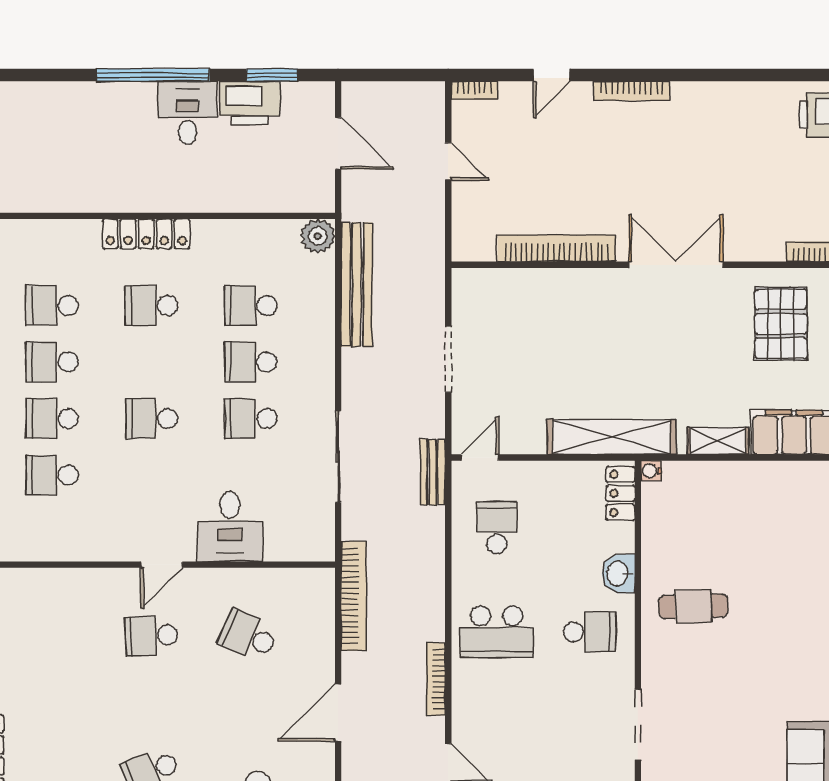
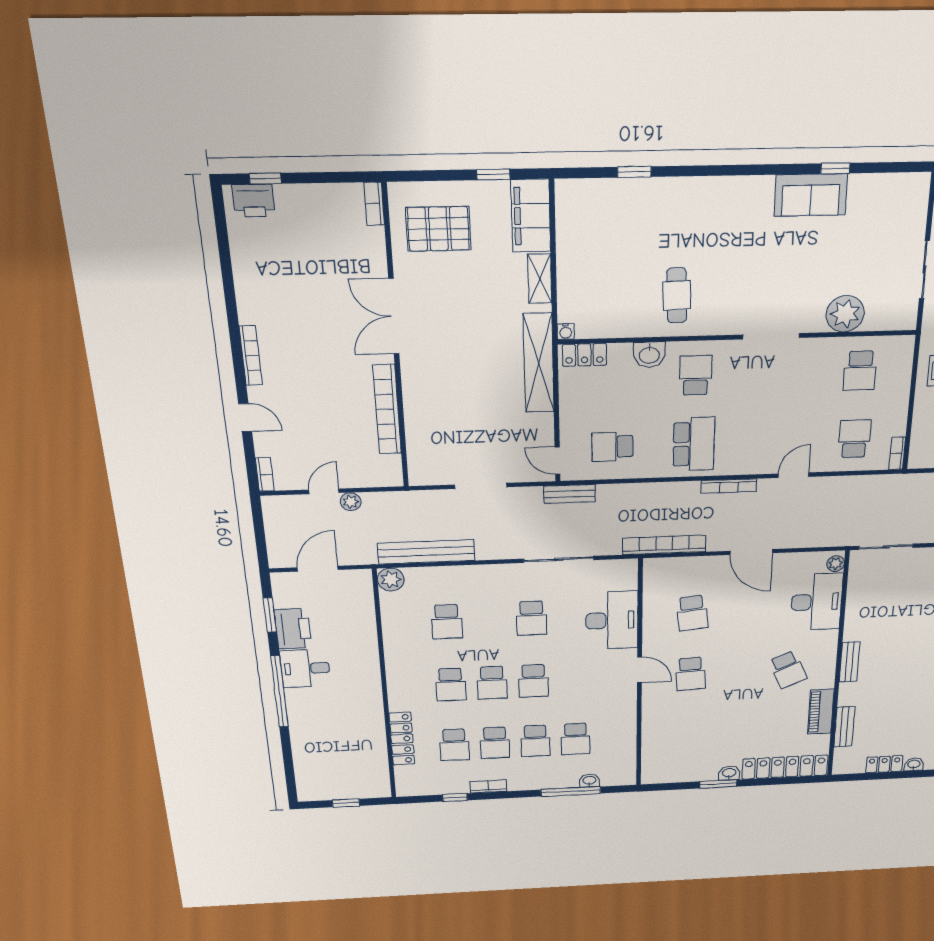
plant: (432, 193) -> (351, 502), added
locker: (146, 234) -> (402, 739), moved
school desk: (251, 362) -> (492, 683), moved
desk: (230, 527) -> (612, 620), width x1.37
school desk: (248, 636) -> (692, 613), turned -30

